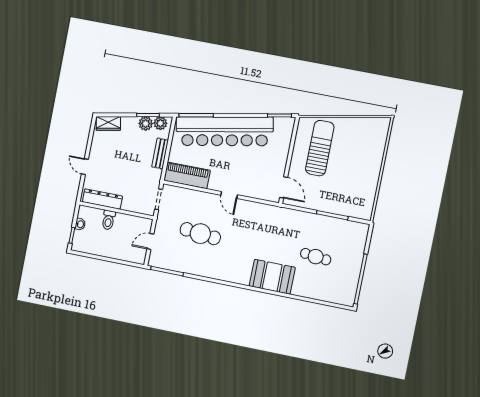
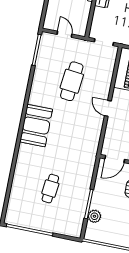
door: (229, 195) -> (108, 108), hinge flipped
plant: (346, 209) -> (94, 216), added
booth: (272, 277) -> (36, 126), moved

